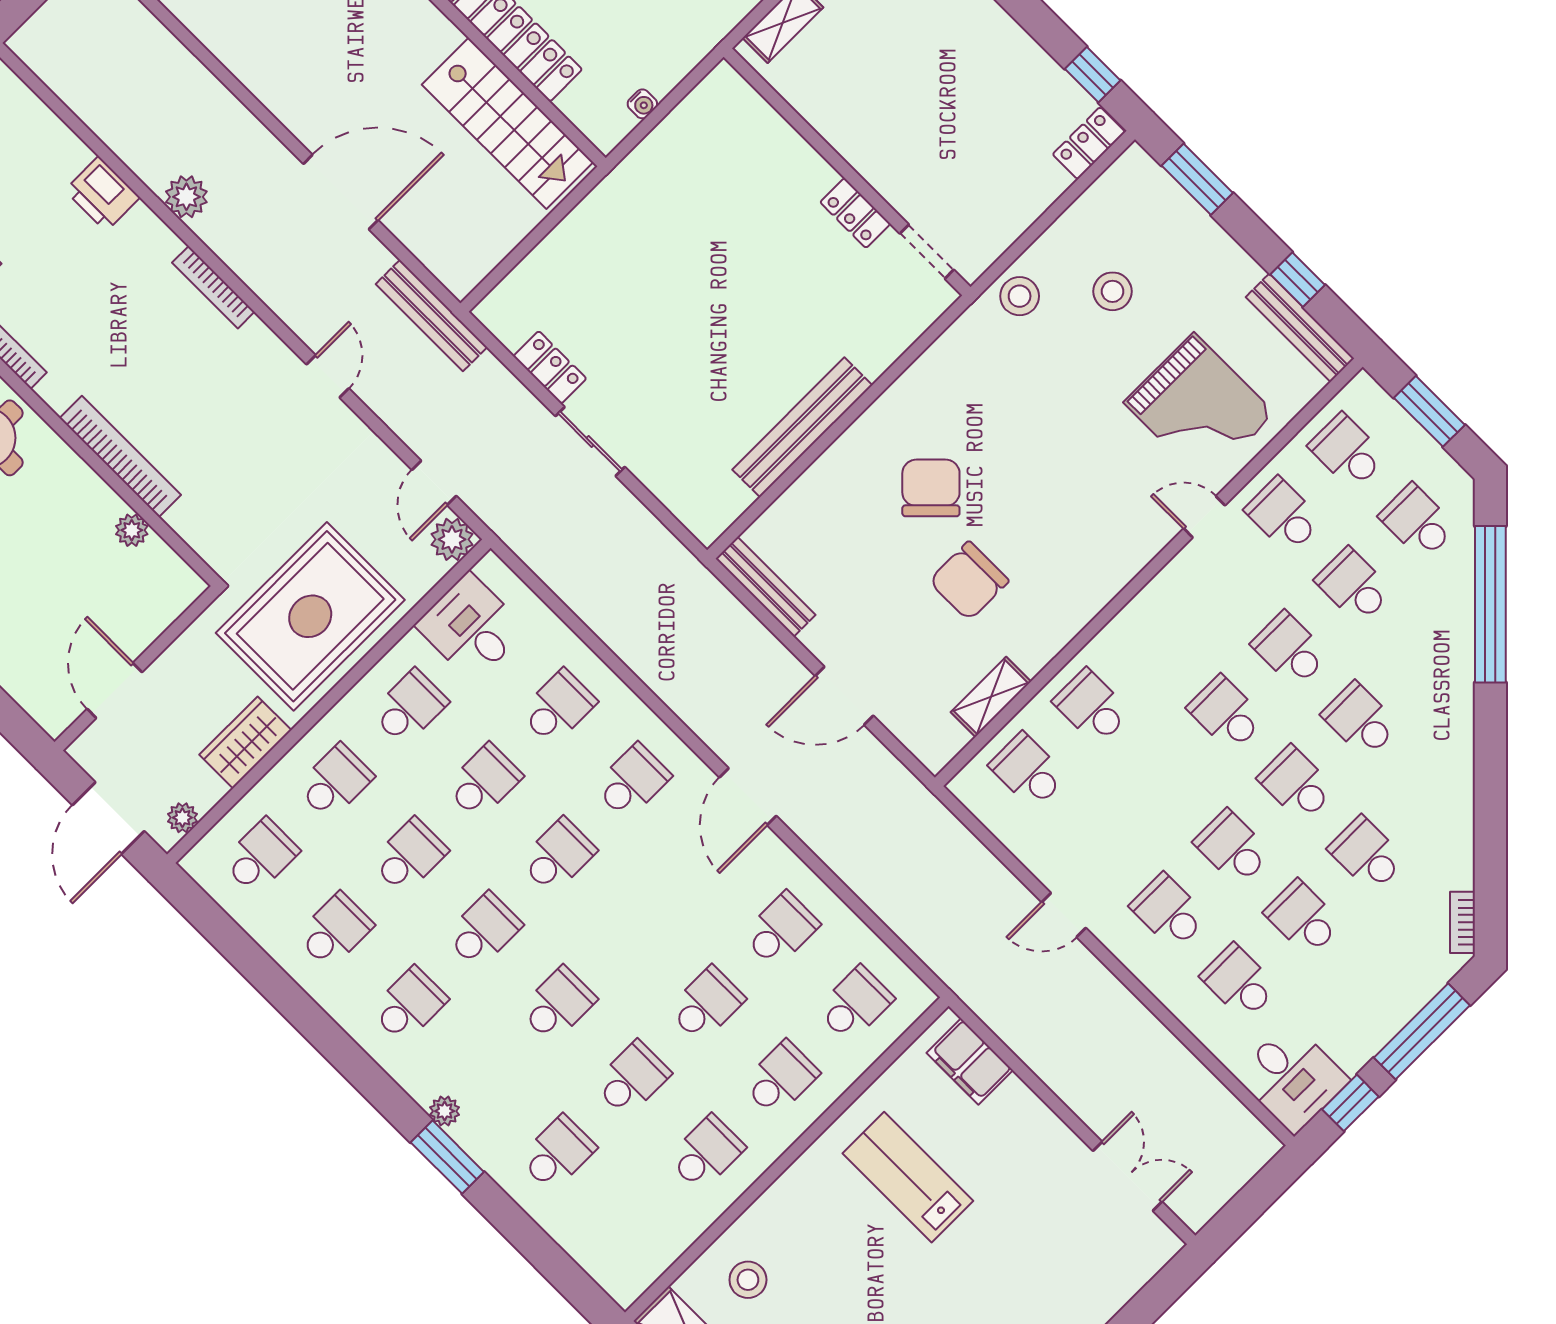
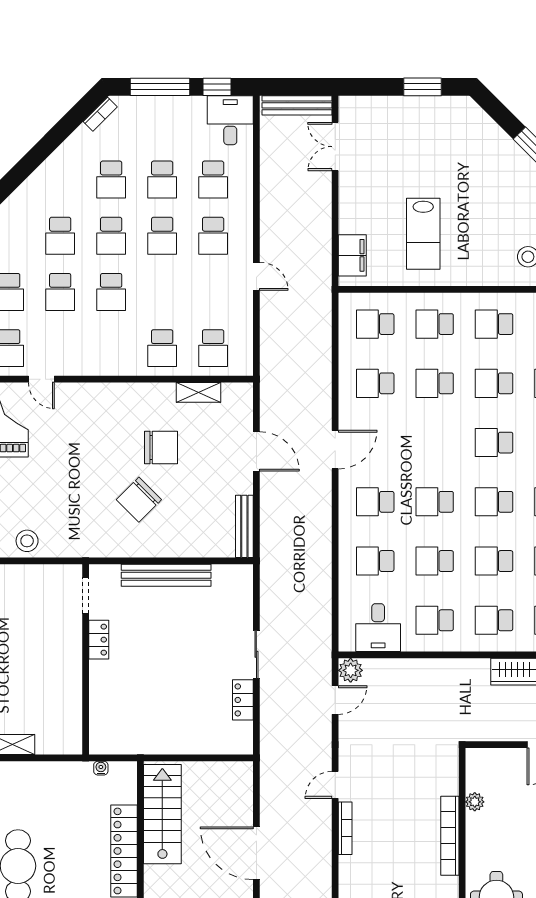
wall: (847, 172) -> (86, 659), moved
locker: (855, 213) -> (99, 640), moved
doorway: (927, 252) -> (86, 596), moved
bookcase: (213, 287) -> (345, 828), moved
bench: (432, 316) -> (297, 105), moved, turned 90
rug: (310, 616) -> (438, 696), removed

